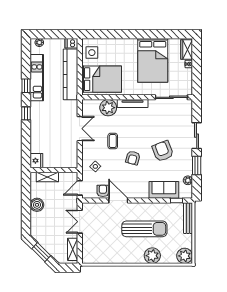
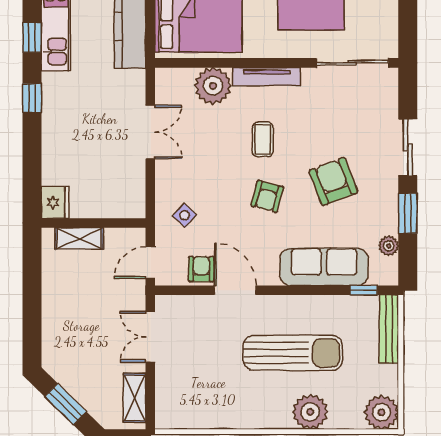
coffee table: (113, 141) -> (263, 139), moved
sofa: (164, 190) -> (324, 267), width x1.36
boiler: (37, 205) -> (56, 300), removed

